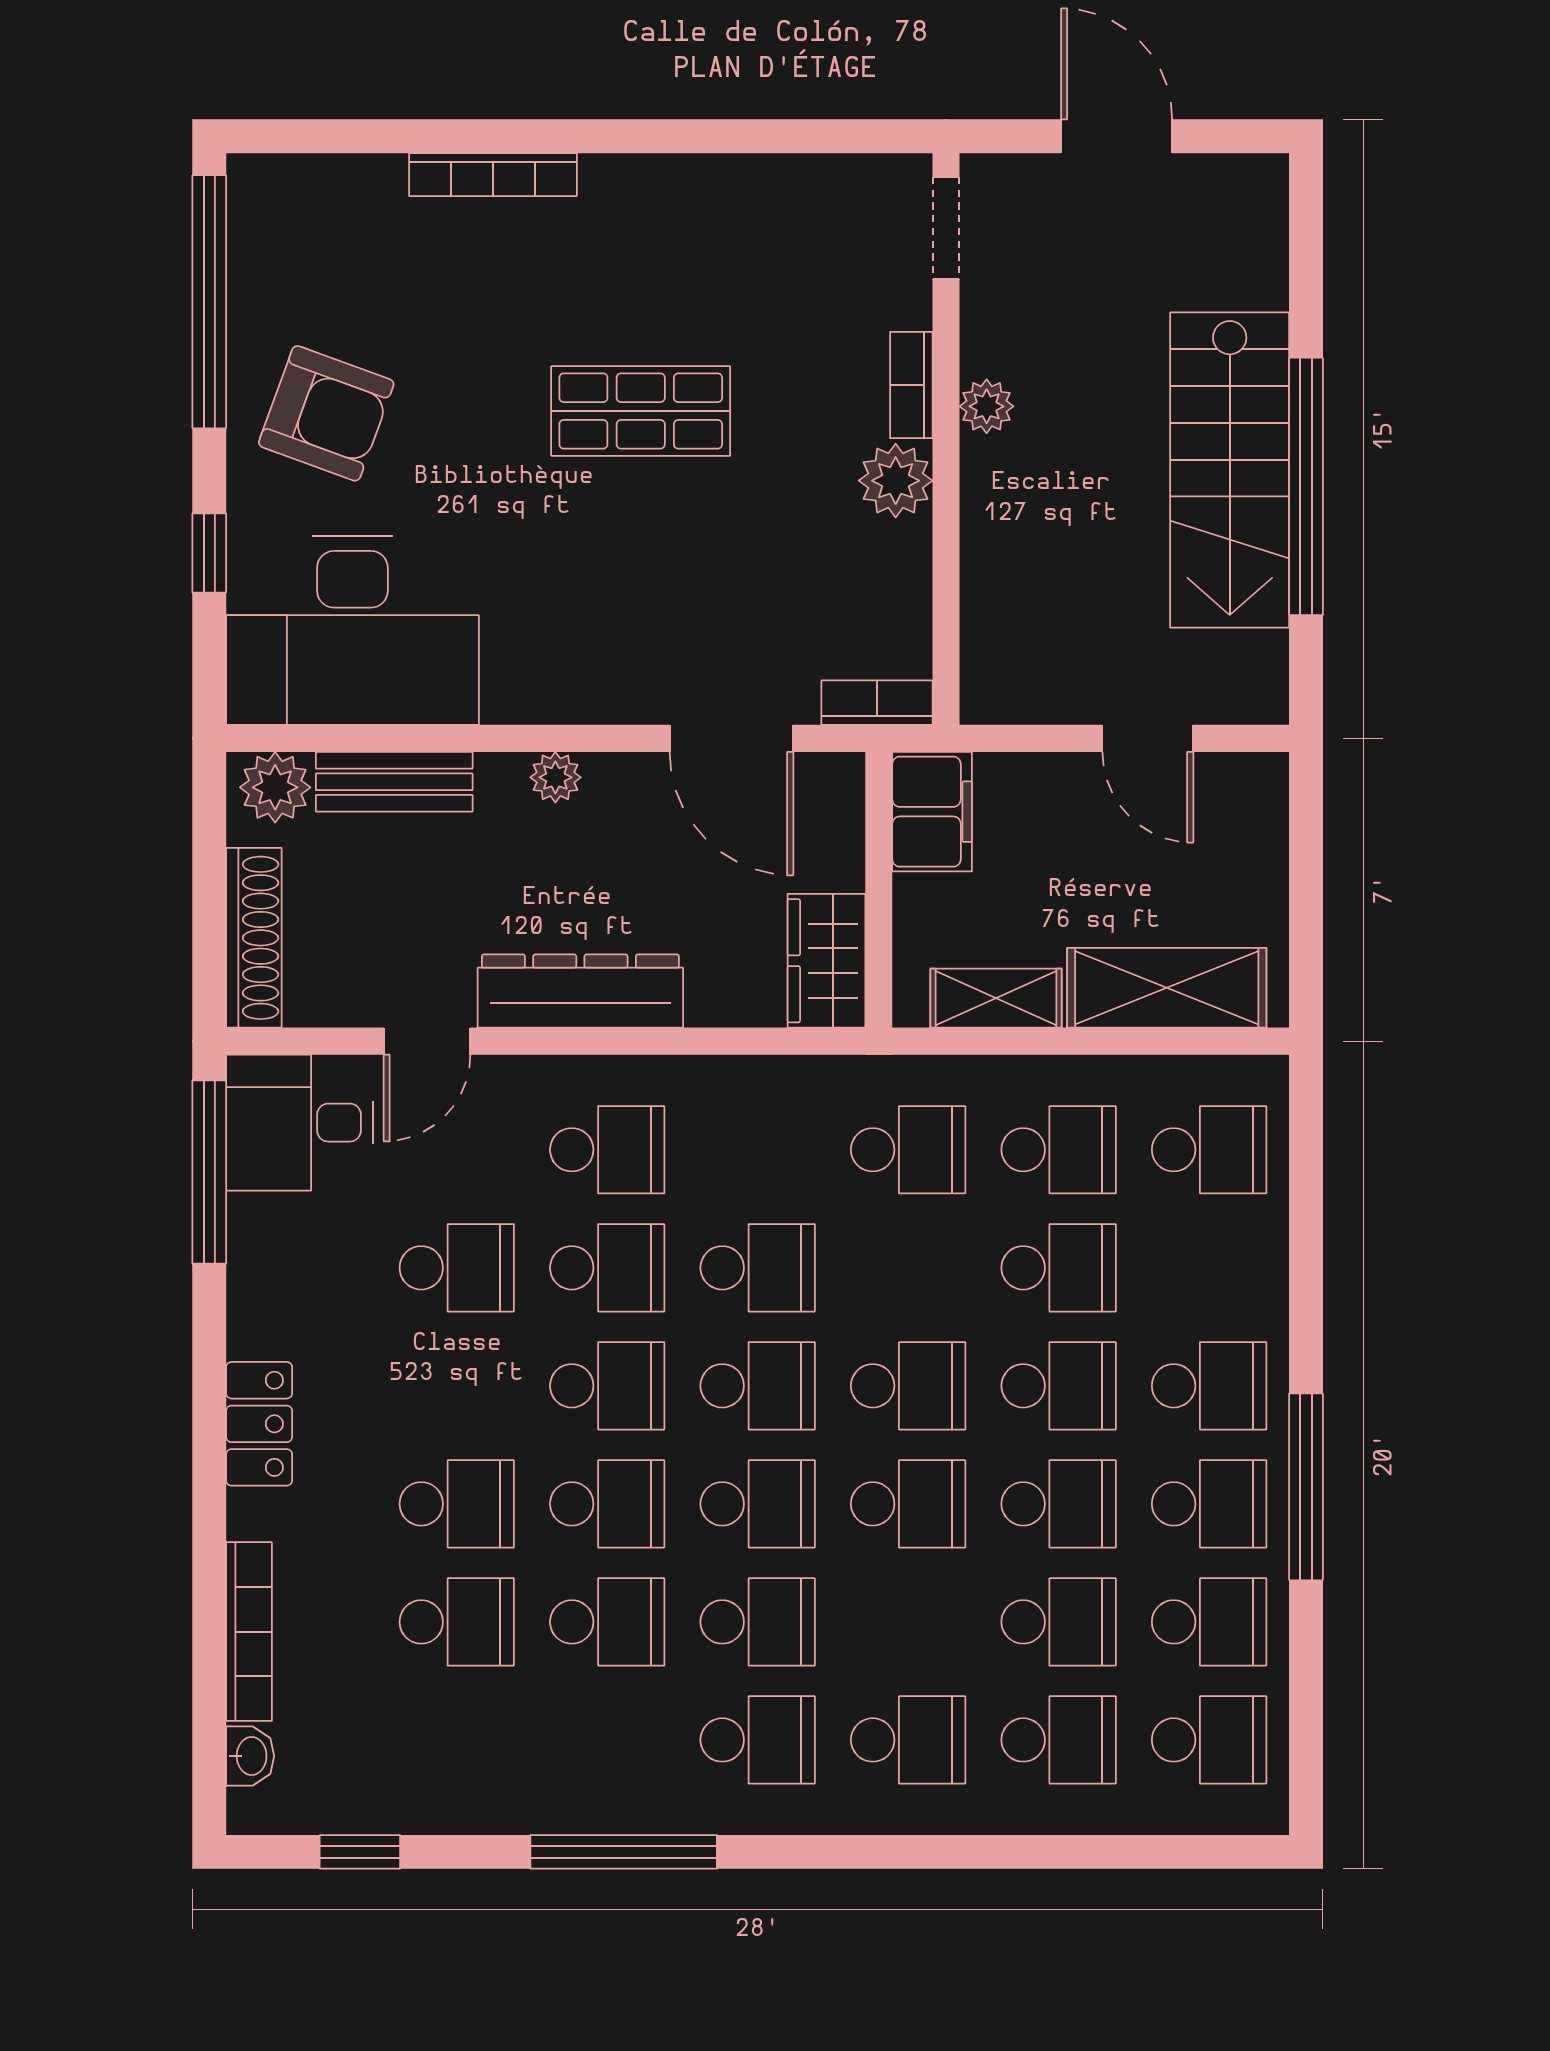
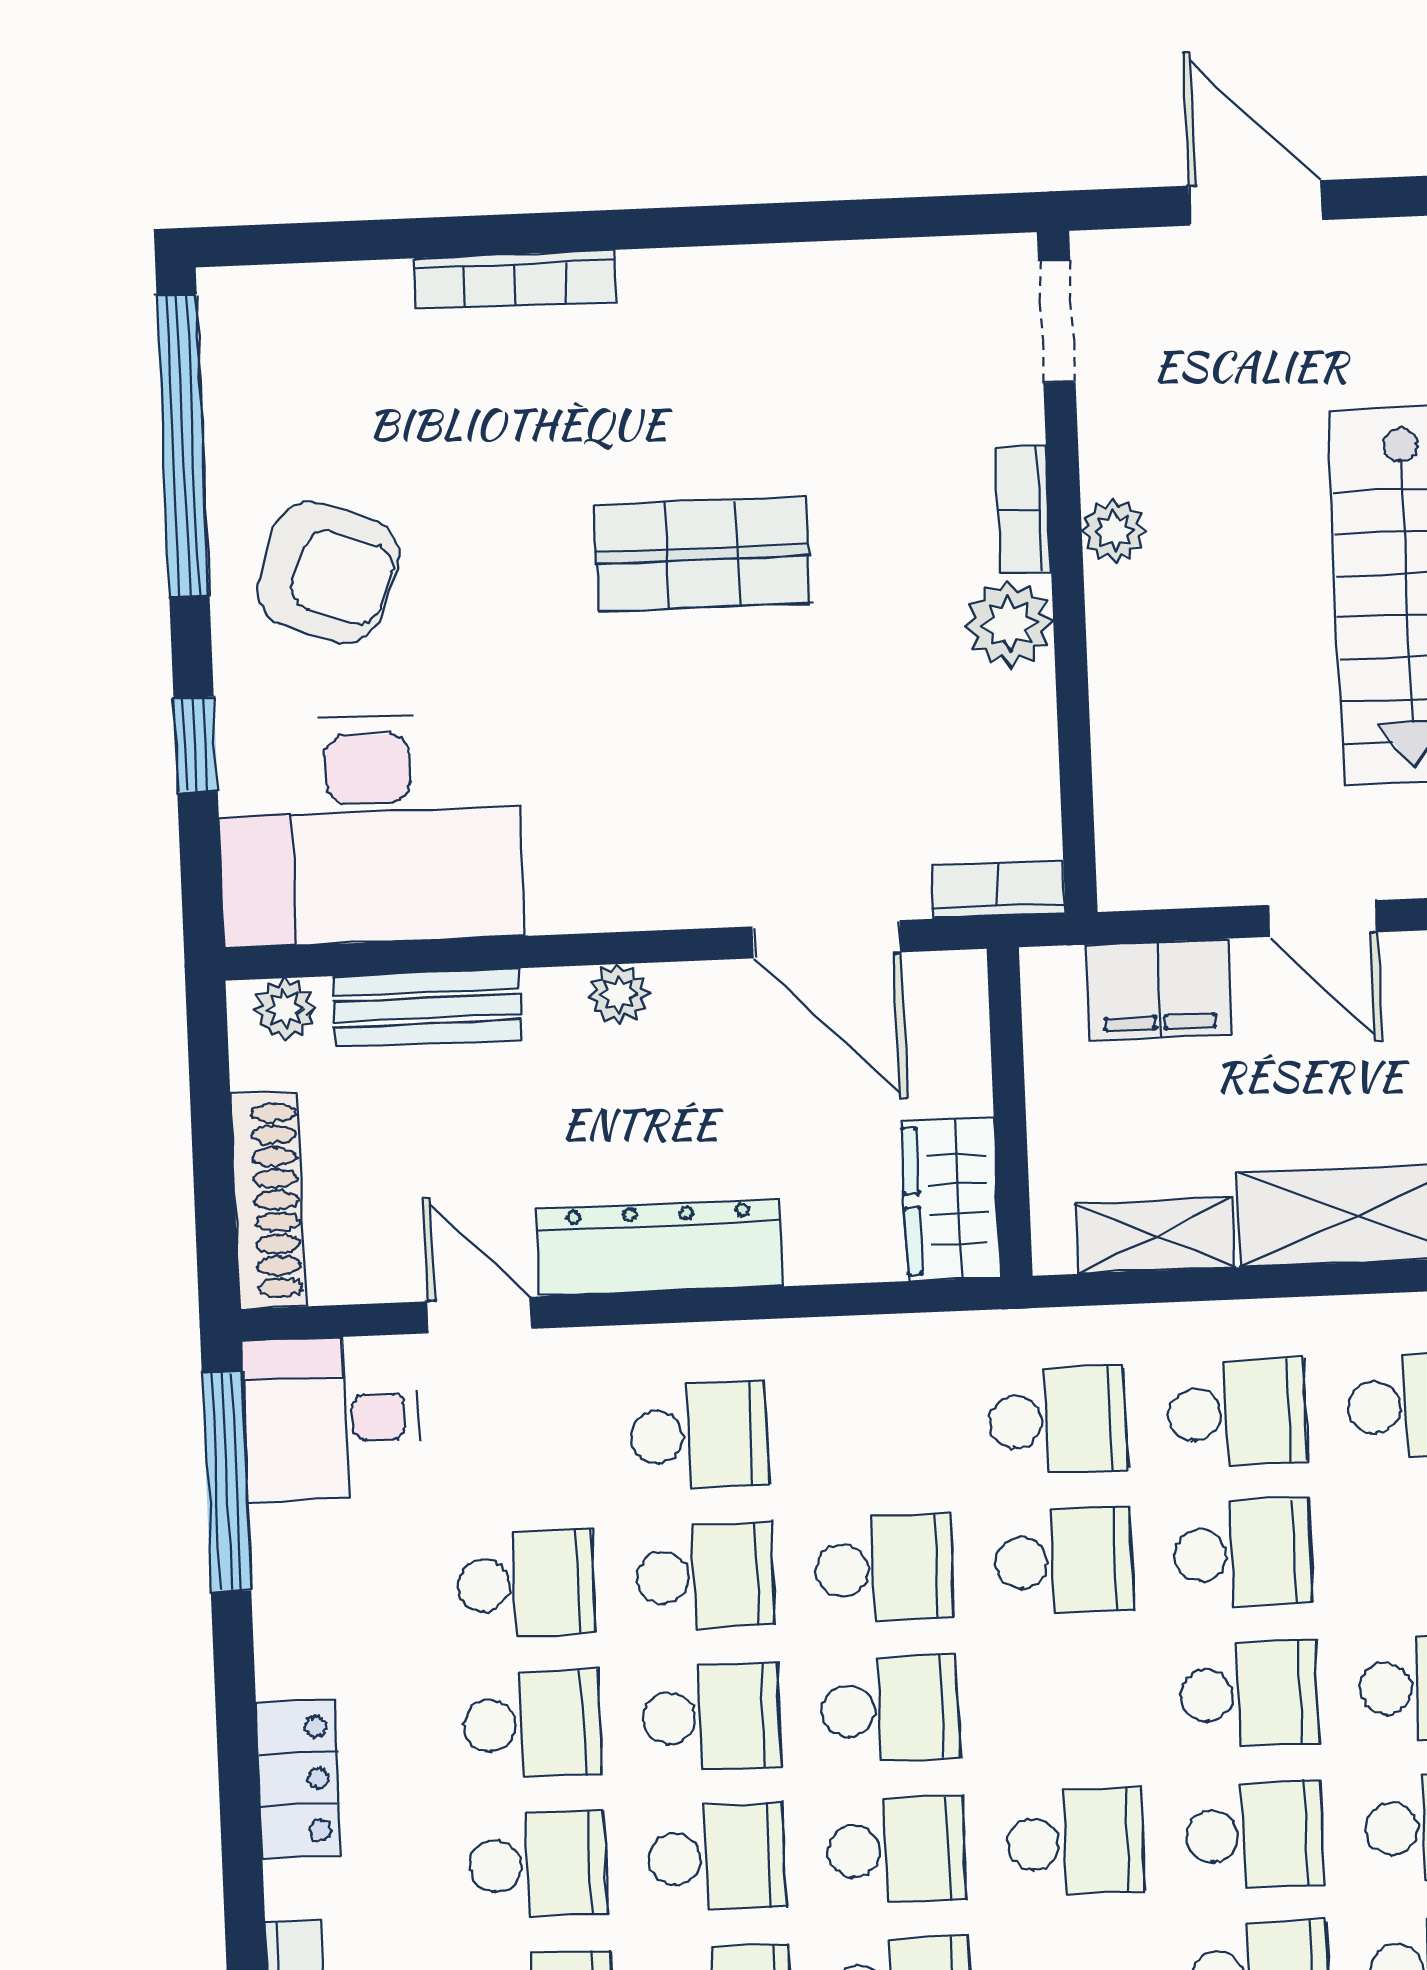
plant: (275, 787) -> (285, 1009), width x0.73, depth x0.73
filing cabinet: (932, 812) -> (1159, 989), moved, turned 90
door: (427, 1041) -> (479, 1315), swing flipped
school desk: (457, 1386) -> (532, 1724), added
school desk: (908, 1386) -> (1064, 1561), moved

